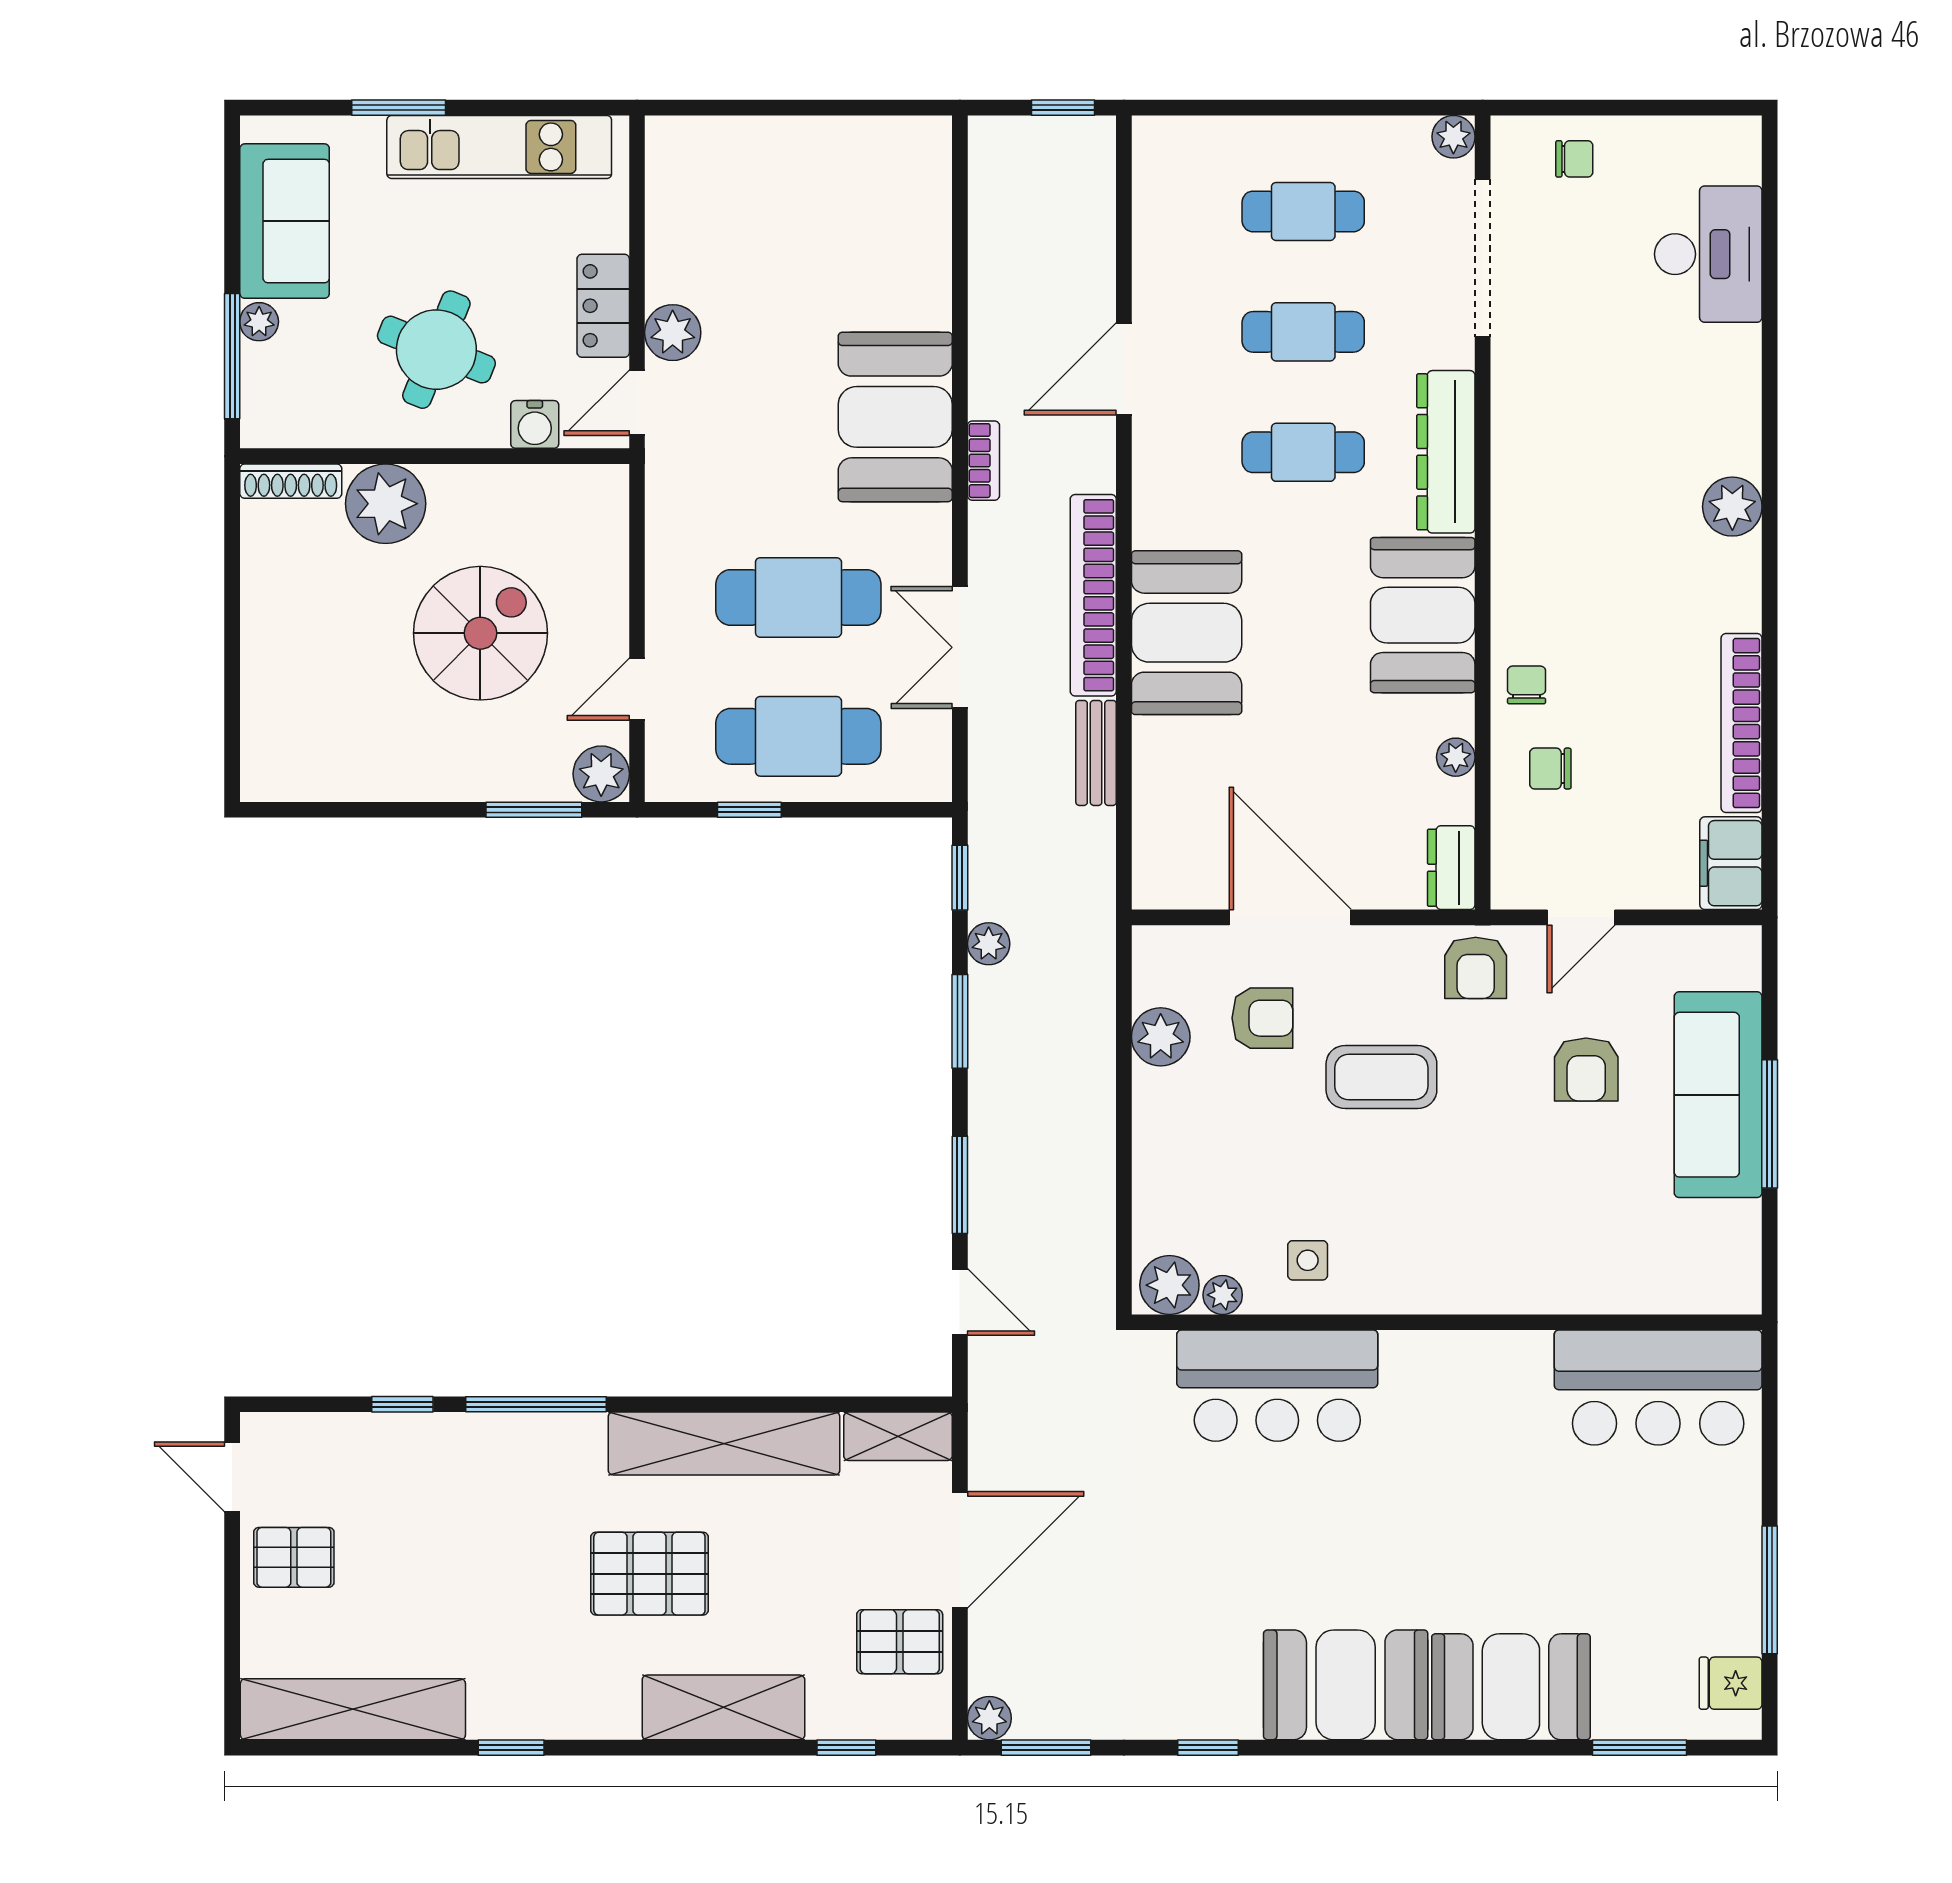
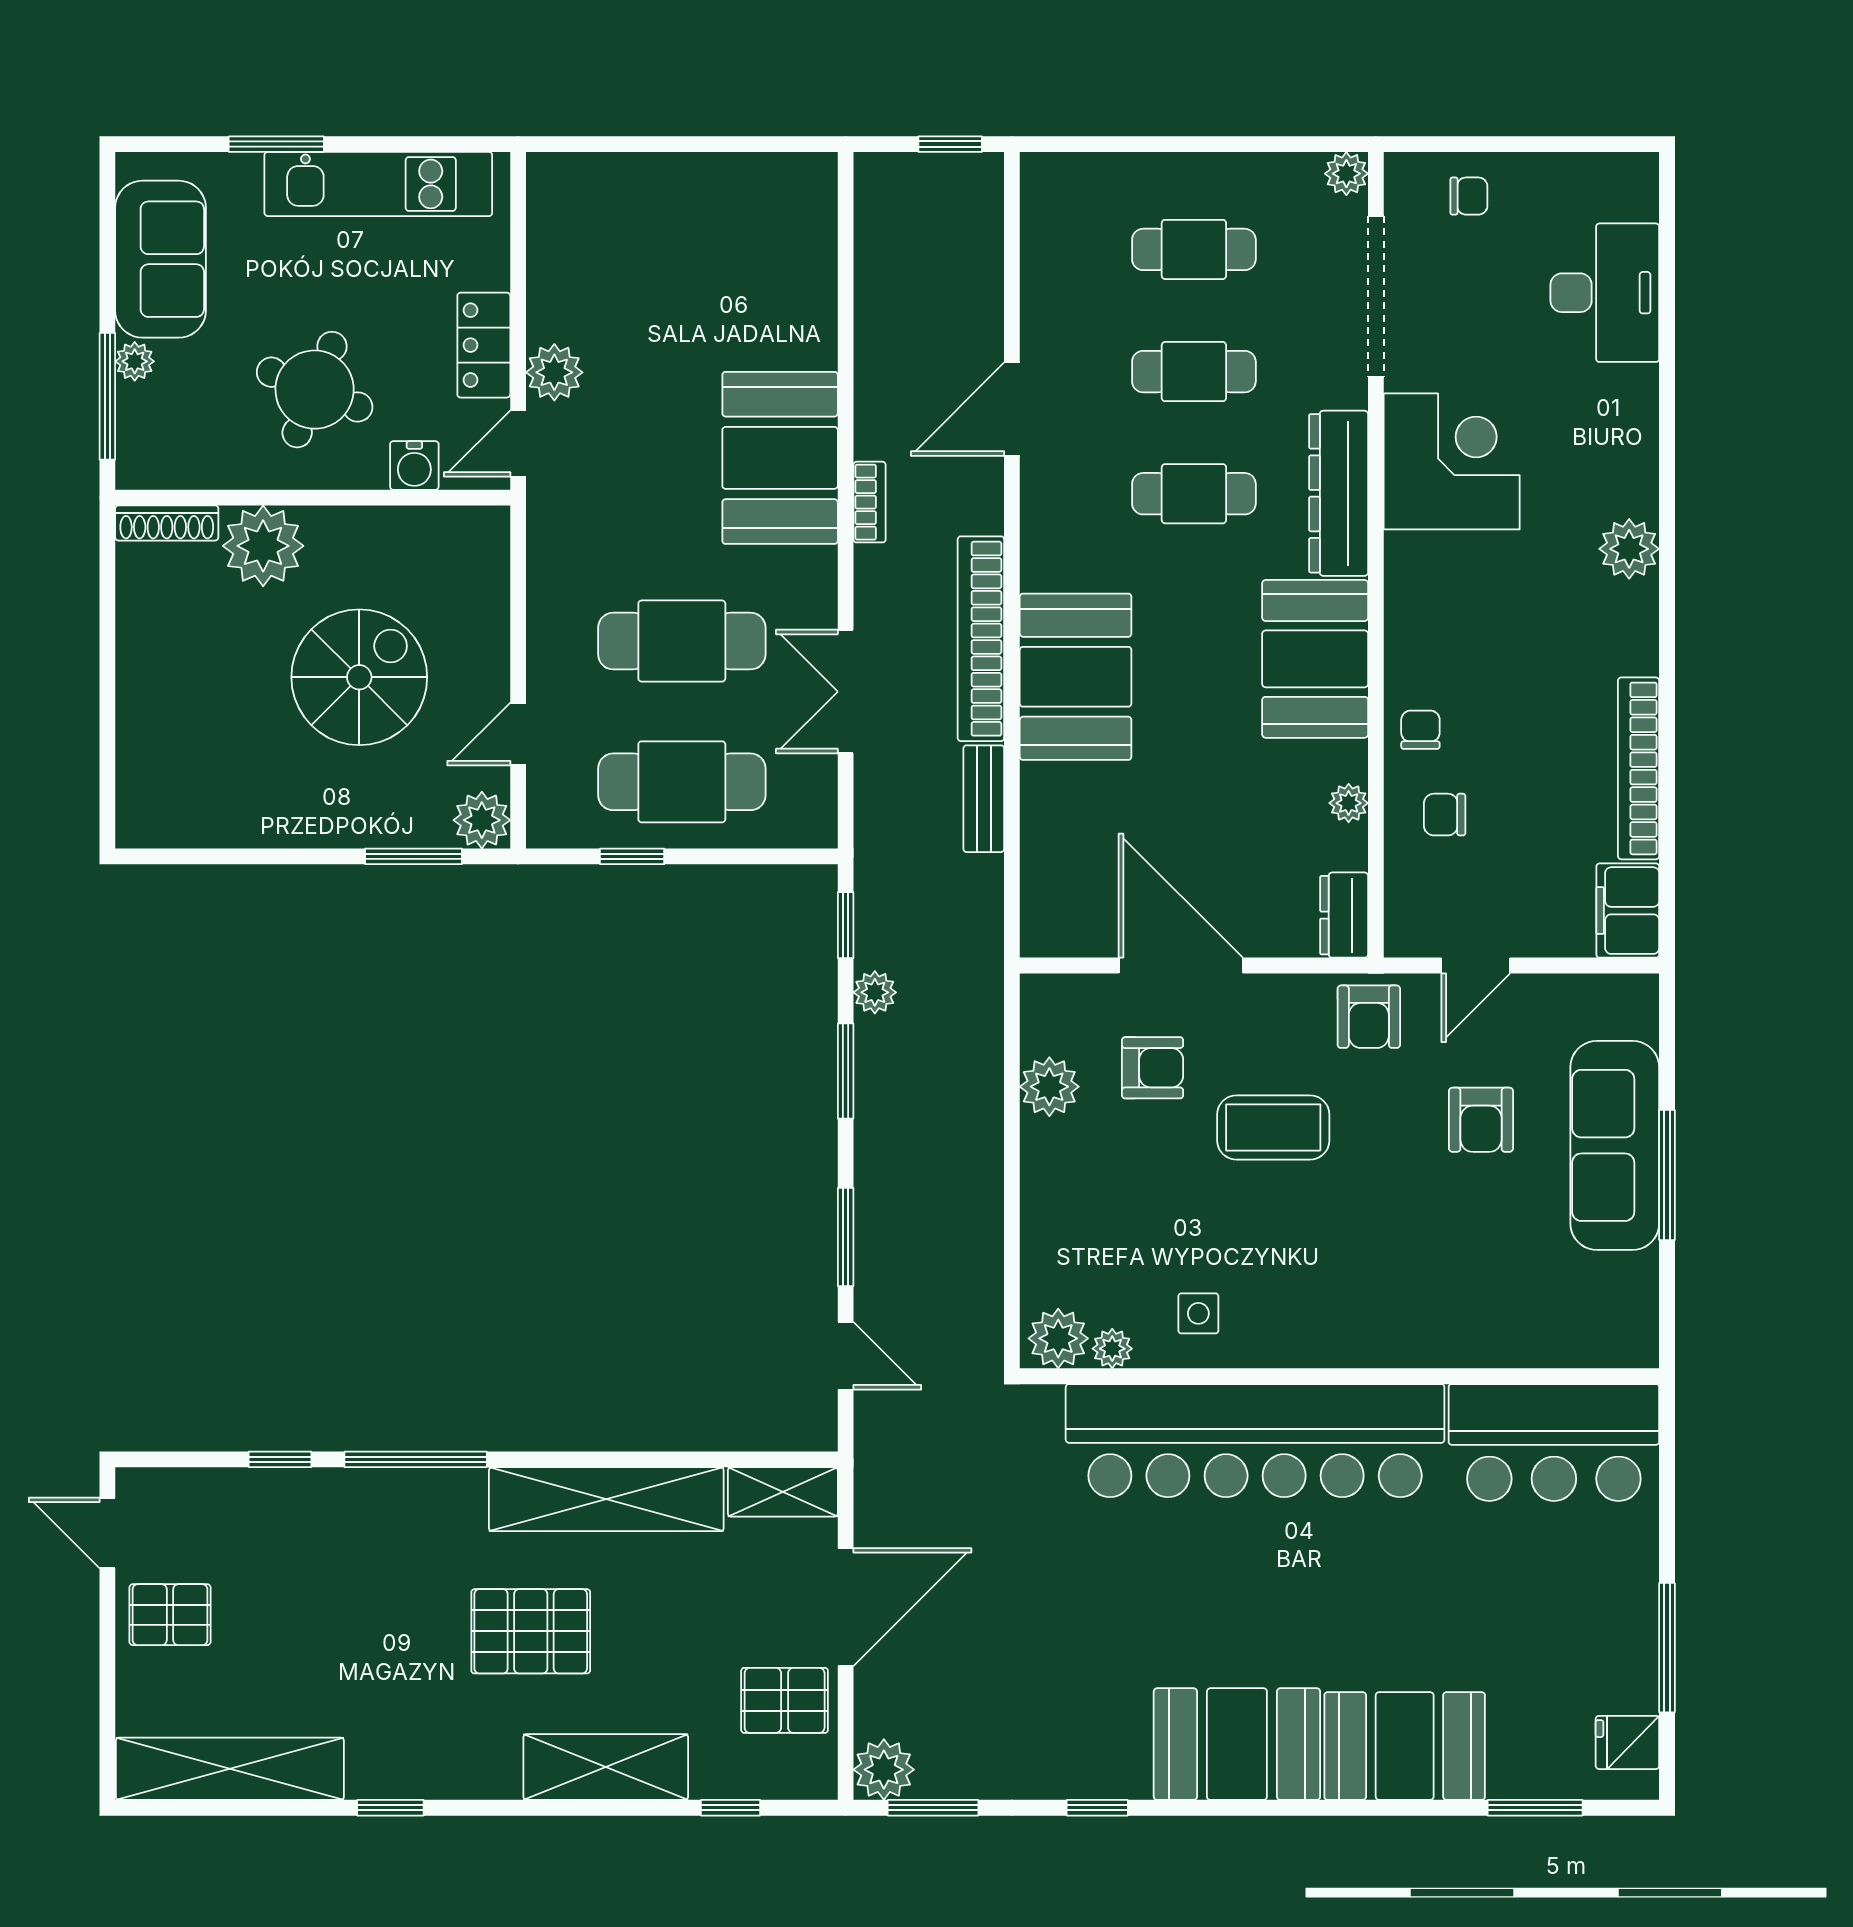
corner desk: (1557, 420) -> (1452, 461), added
bar counter: (1277, 1386) -> (1255, 1441), width x1.86
plant: (989, 1718) -> (884, 1770), width x1.38, depth x1.38

